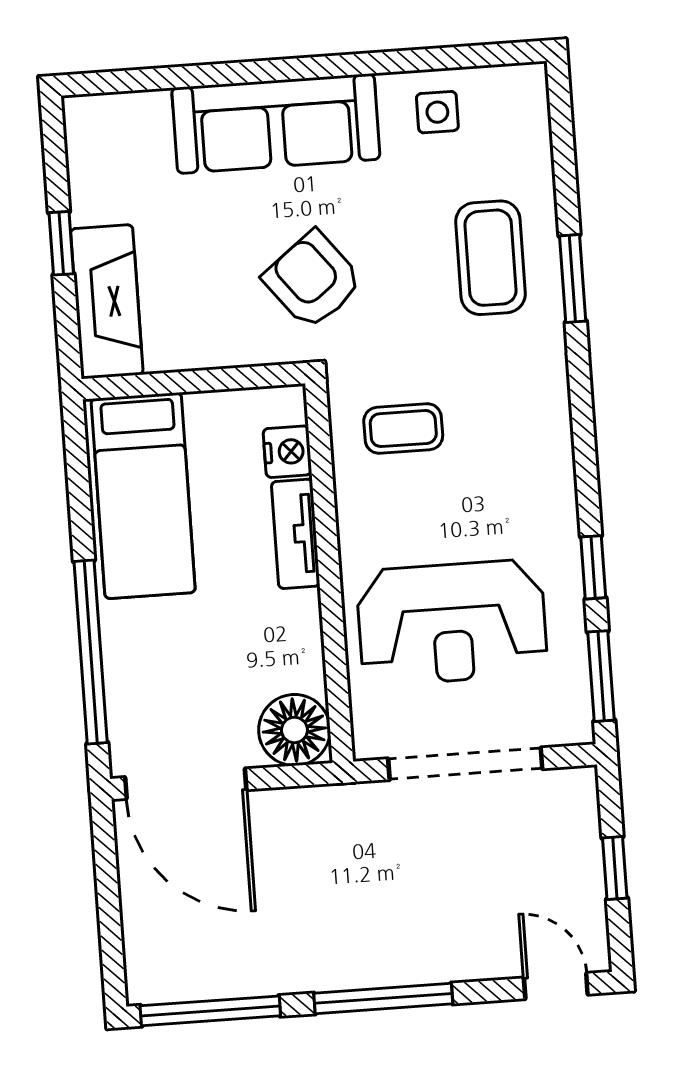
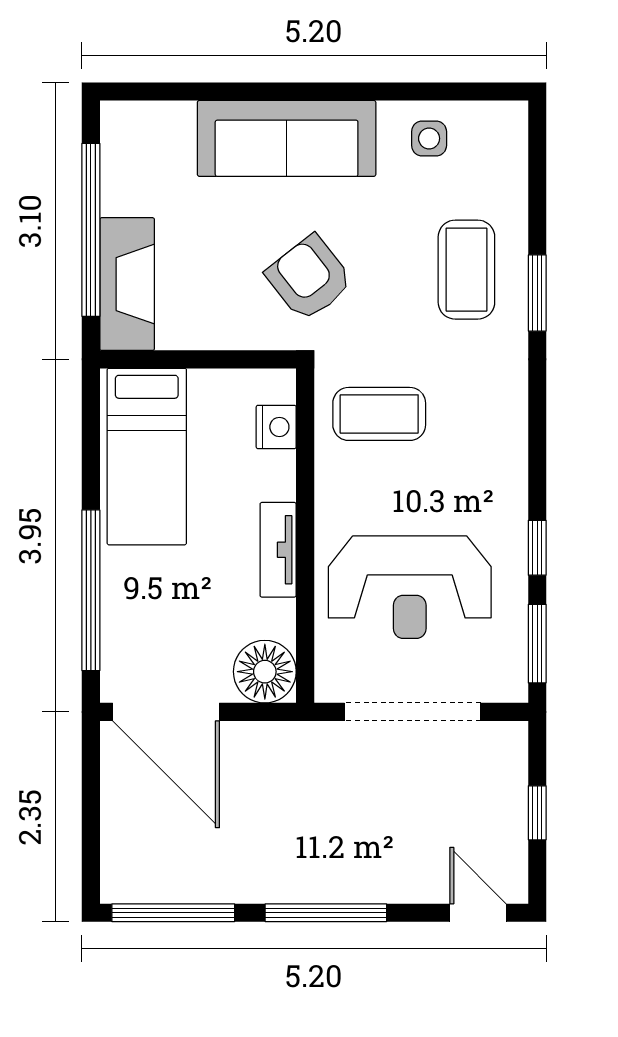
window: (61, 243) -> (91, 230), width x3.17
coffee table: (403, 429) -> (379, 414), width x1.36, depth x1.30
tv unit: (296, 534) -> (278, 550), moved

